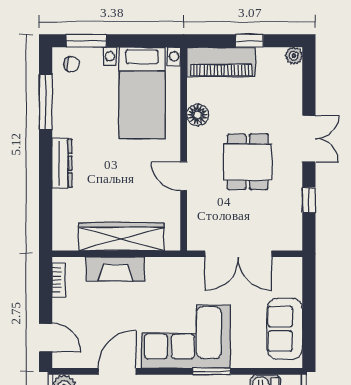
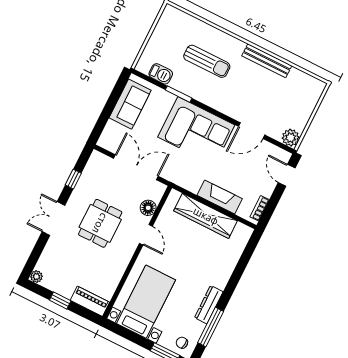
piano: (221, 62) -> (90, 301), width x0.73, depth x0.75
floor lamp: (198, 115) -> (148, 208), moved
dresser: (62, 163) -> (209, 305), moved
window: (211, 371) -> (179, 94), moved

